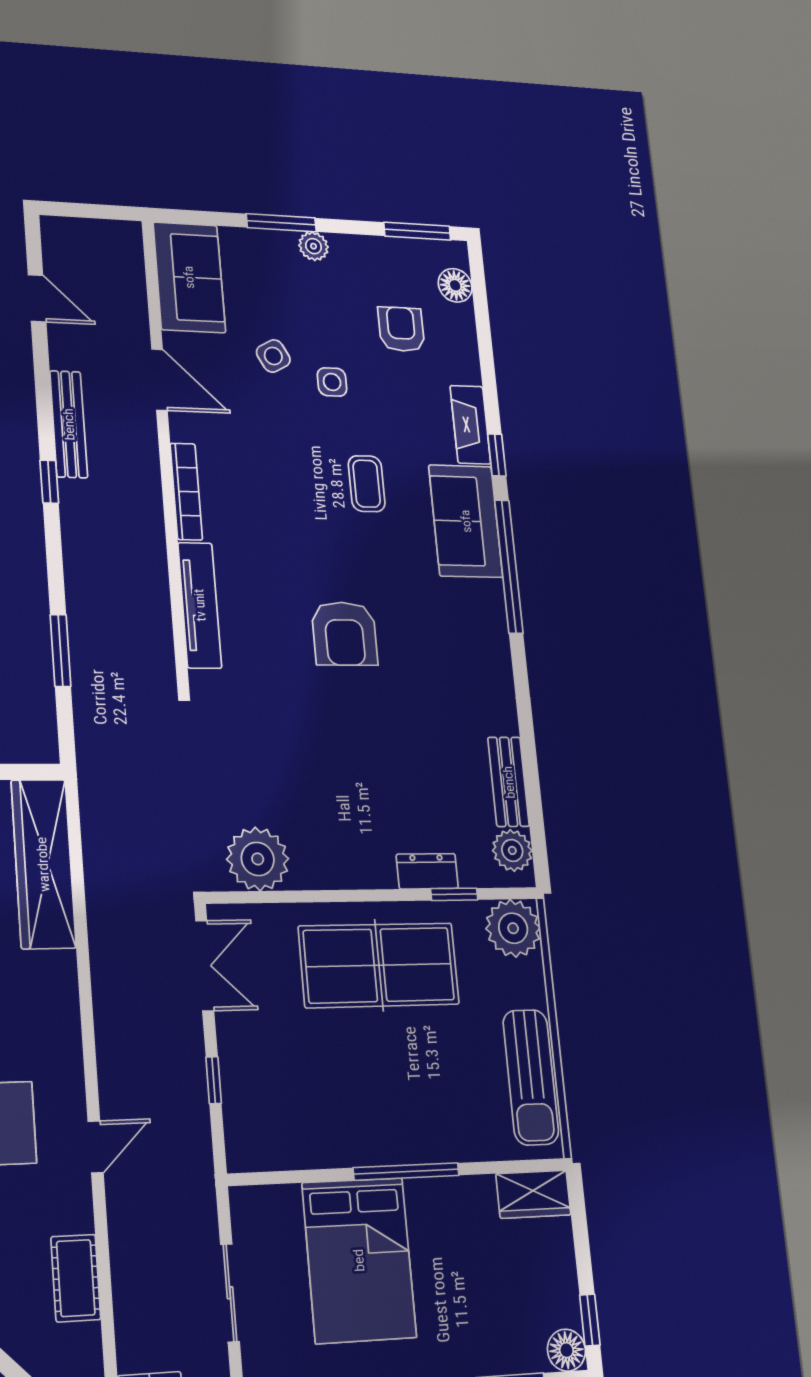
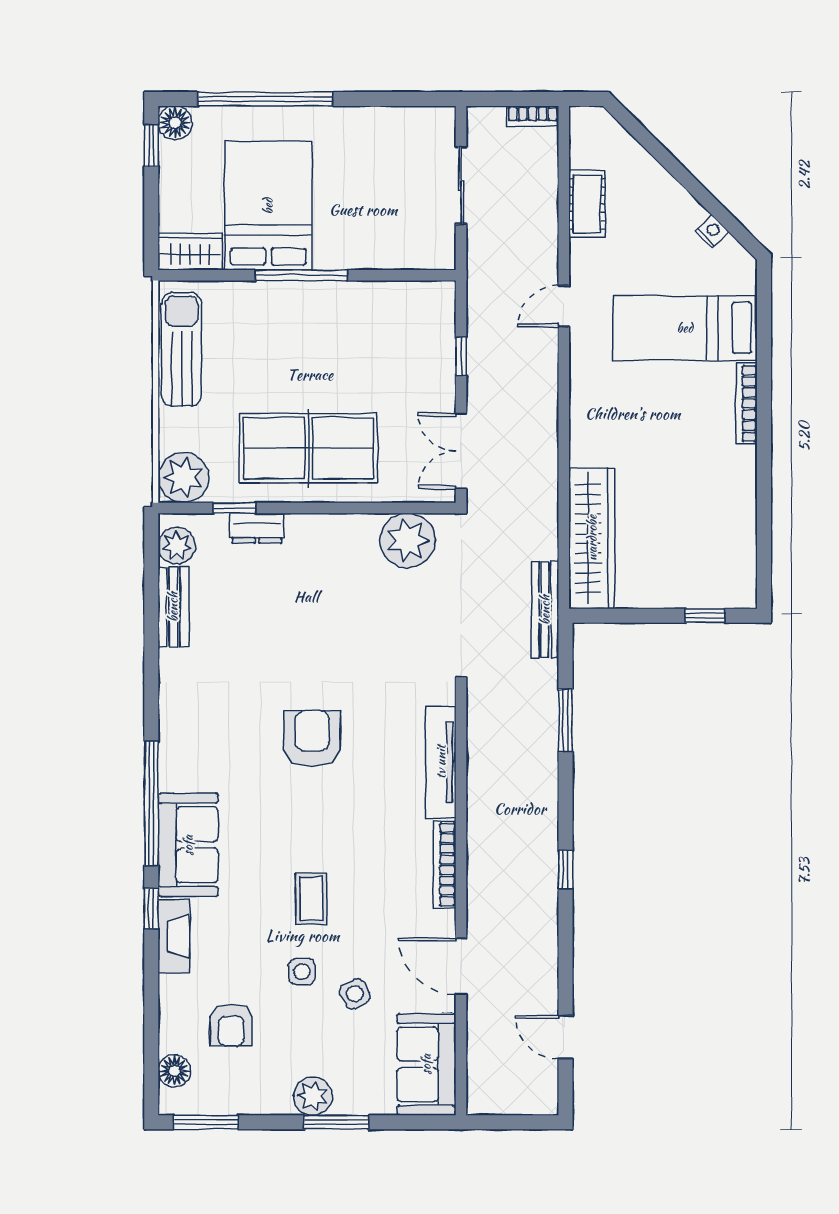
plant: (313, 246) -> (313, 1096), width x1.38, depth x1.38
bench: (69, 424) -> (545, 610), moved
coffee table: (367, 484) -> (311, 899), moved
bed: (359, 1260) -> (268, 206), moved

